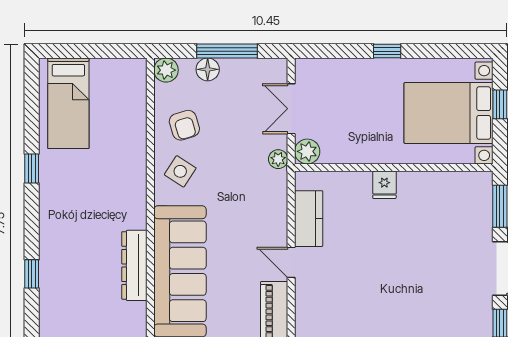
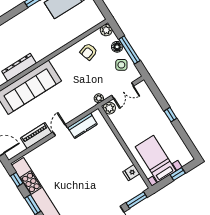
double door: (291, 109) -> (123, 91), swing flipped
bed with nightstands: (449, 113) -> (156, 159), width x0.73
side table: (180, 171) -> (121, 65), moved
fridge: (384, 185) -> (131, 173), moved

